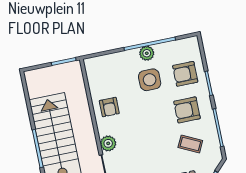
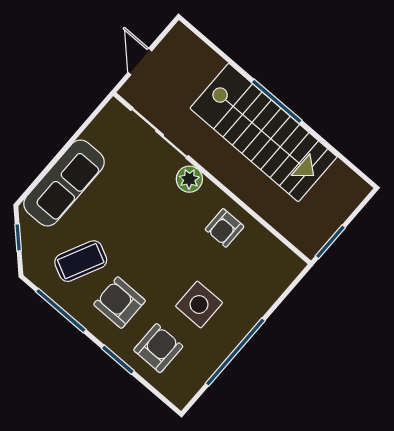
plant: (147, 53) -> (230, 336), removed
armchair: (109, 107) -> (225, 228), turned -90
armchair: (187, 110) -> (120, 303), turned -90
coffee table: (190, 144) -> (81, 261), width x1.36, depth x1.30

